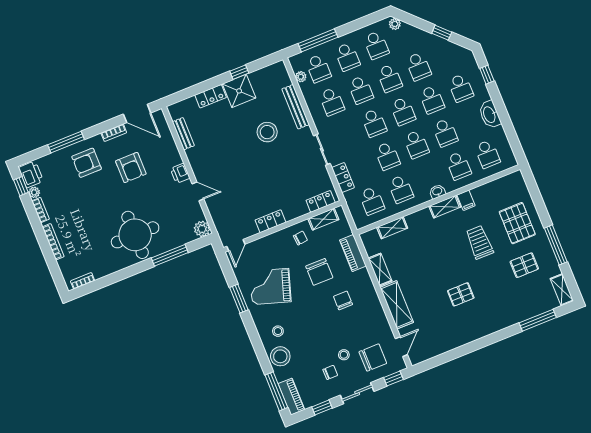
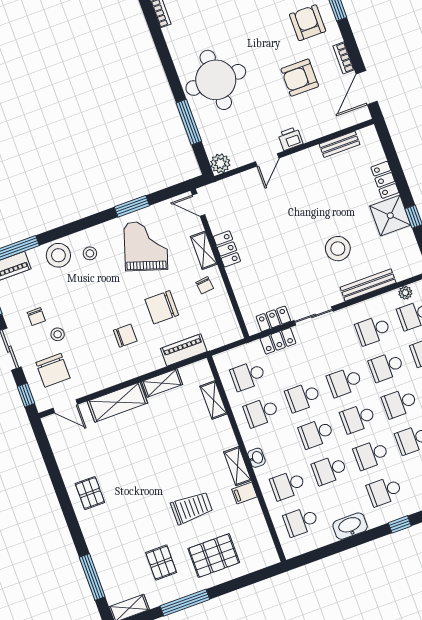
locker: (321, 201) -> (273, 319), moved, turned -90
shelving: (323, 219) -> (204, 250), moved
pallet: (461, 294) -> (90, 493), moved

